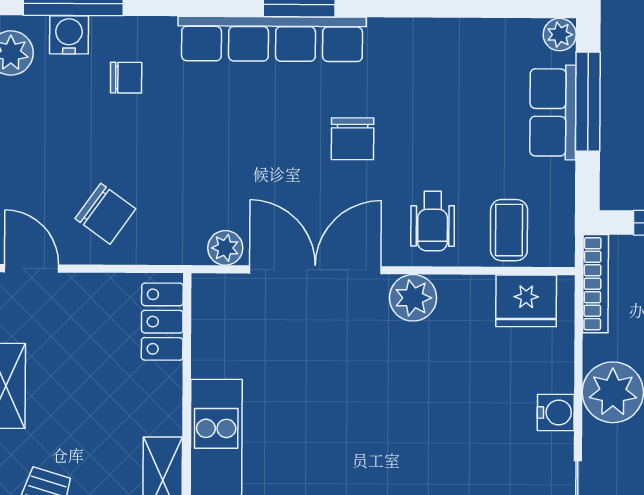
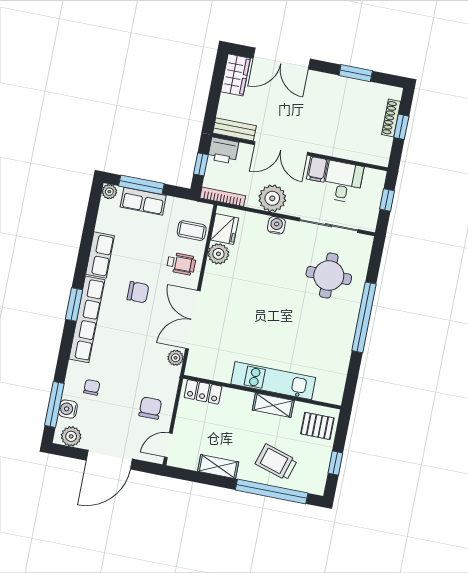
row of seats: (418, 41) -> (100, 255), added
chair: (105, 214) -> (150, 408), turned -36
plant: (413, 298) -> (218, 254), moved

